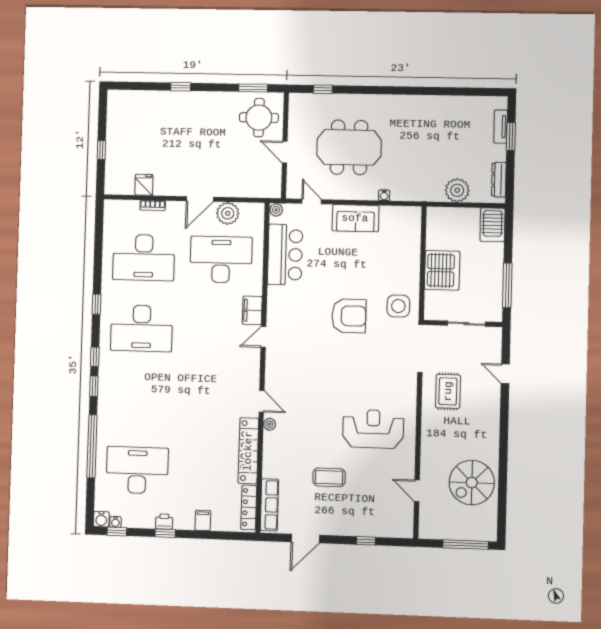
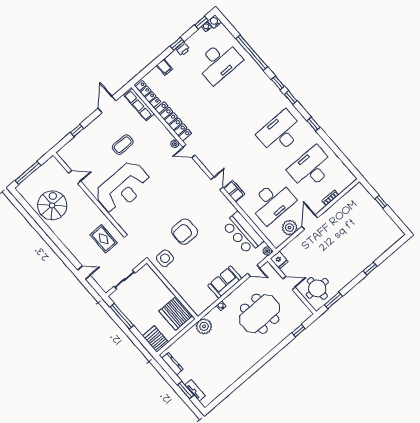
fridge: (144, 185) -> (279, 260), moved
plant: (457, 190) -> (204, 326), moved
server rack: (442, 270) -> (176, 313), moved
reception desk: (373, 429) -> (123, 188), width x1.36, depth x1.30

